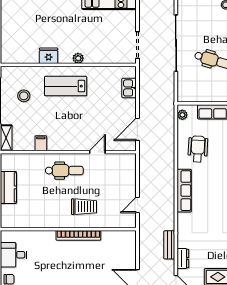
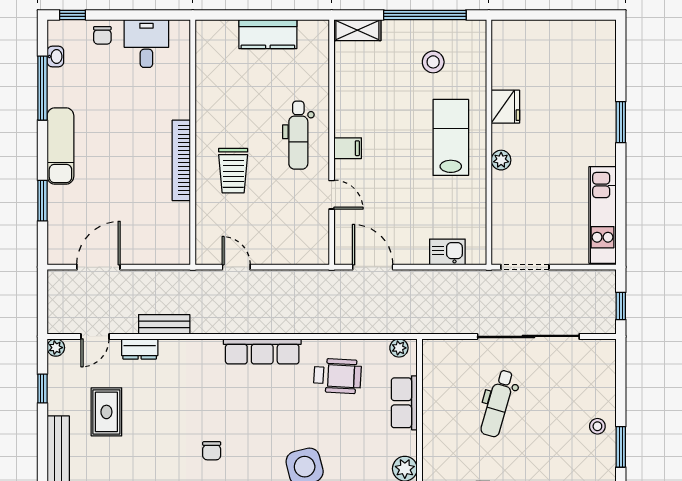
filing cabinet: (41, 143) -> (348, 148), moved

